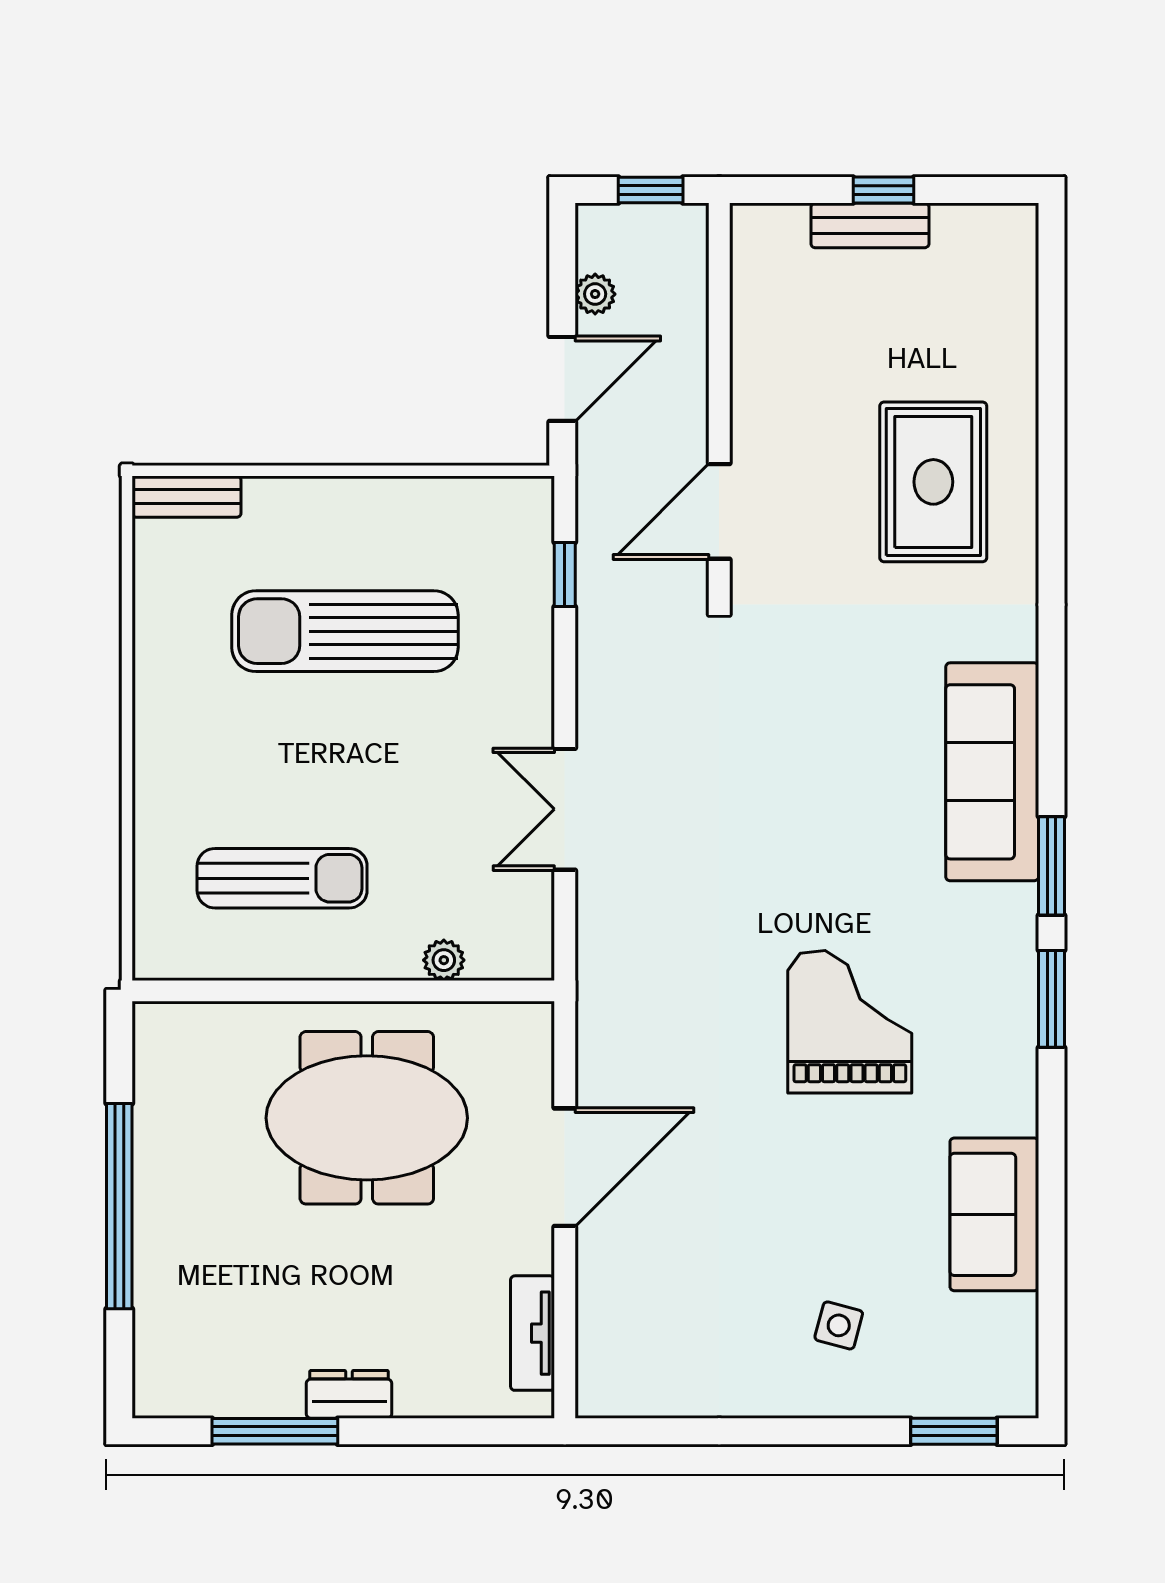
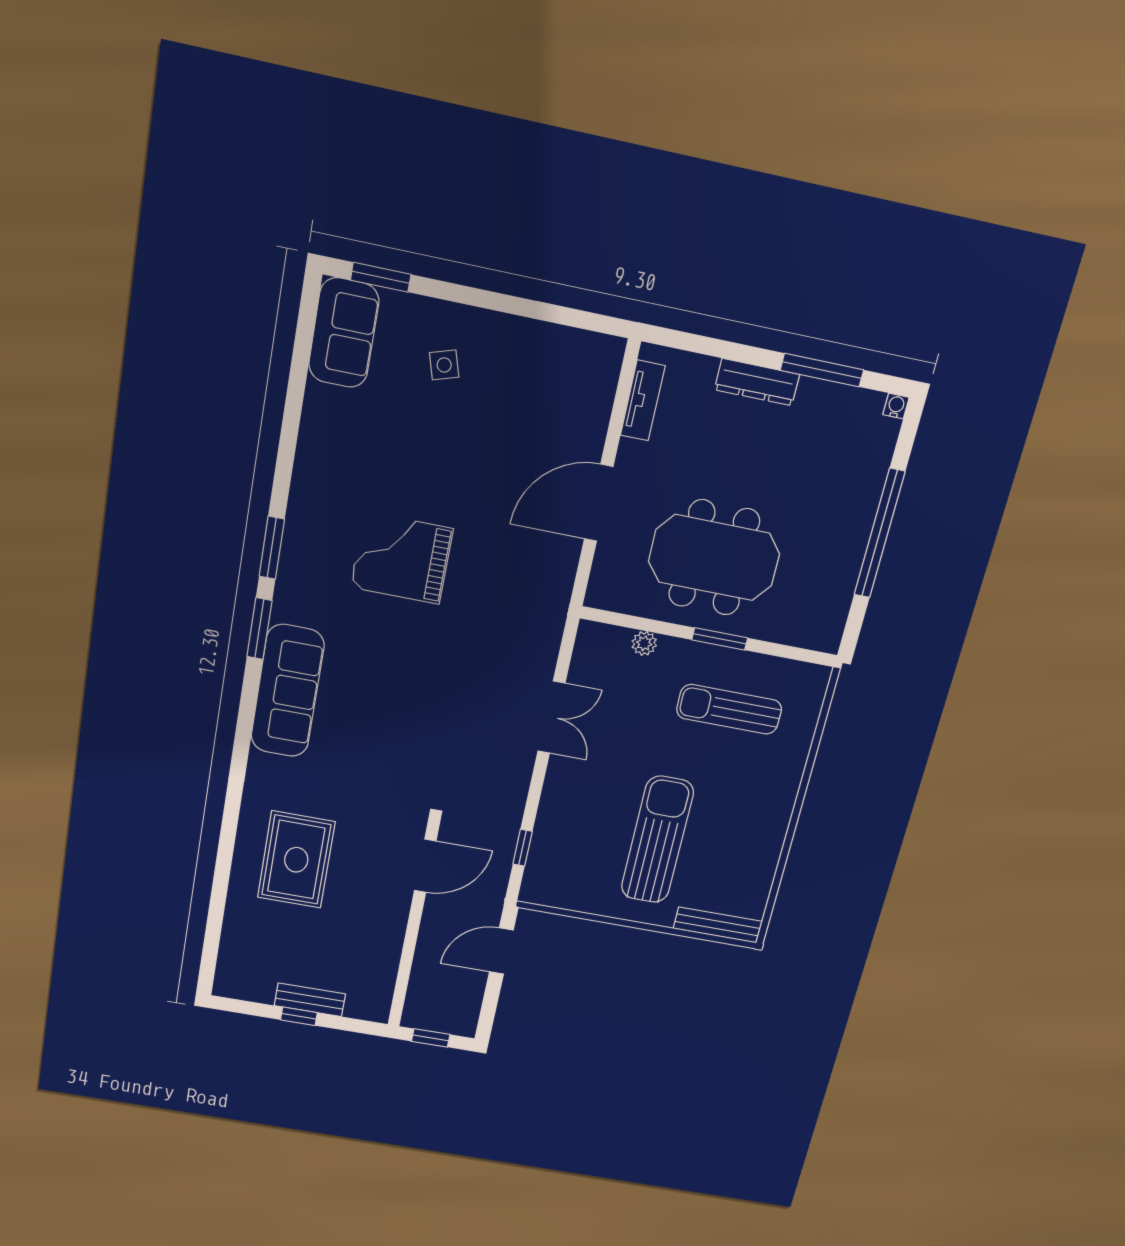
plant: (595, 294) -> (473, 991), removed
bench: (187, 497) -> (718, 925), width x1.36
sun lounger: (345, 631) -> (657, 840), turned -90
window: (326, 991) -> (720, 639), added
grand piano: (850, 1022) -> (402, 558), turned 90
sofa: (994, 1214) -> (344, 333), moved
side table: (839, 1325) -> (444, 365), turned -32
dresser: (349, 1394) -> (757, 382), width x1.44
water cooler: (149, 1402) -> (896, 406), added

